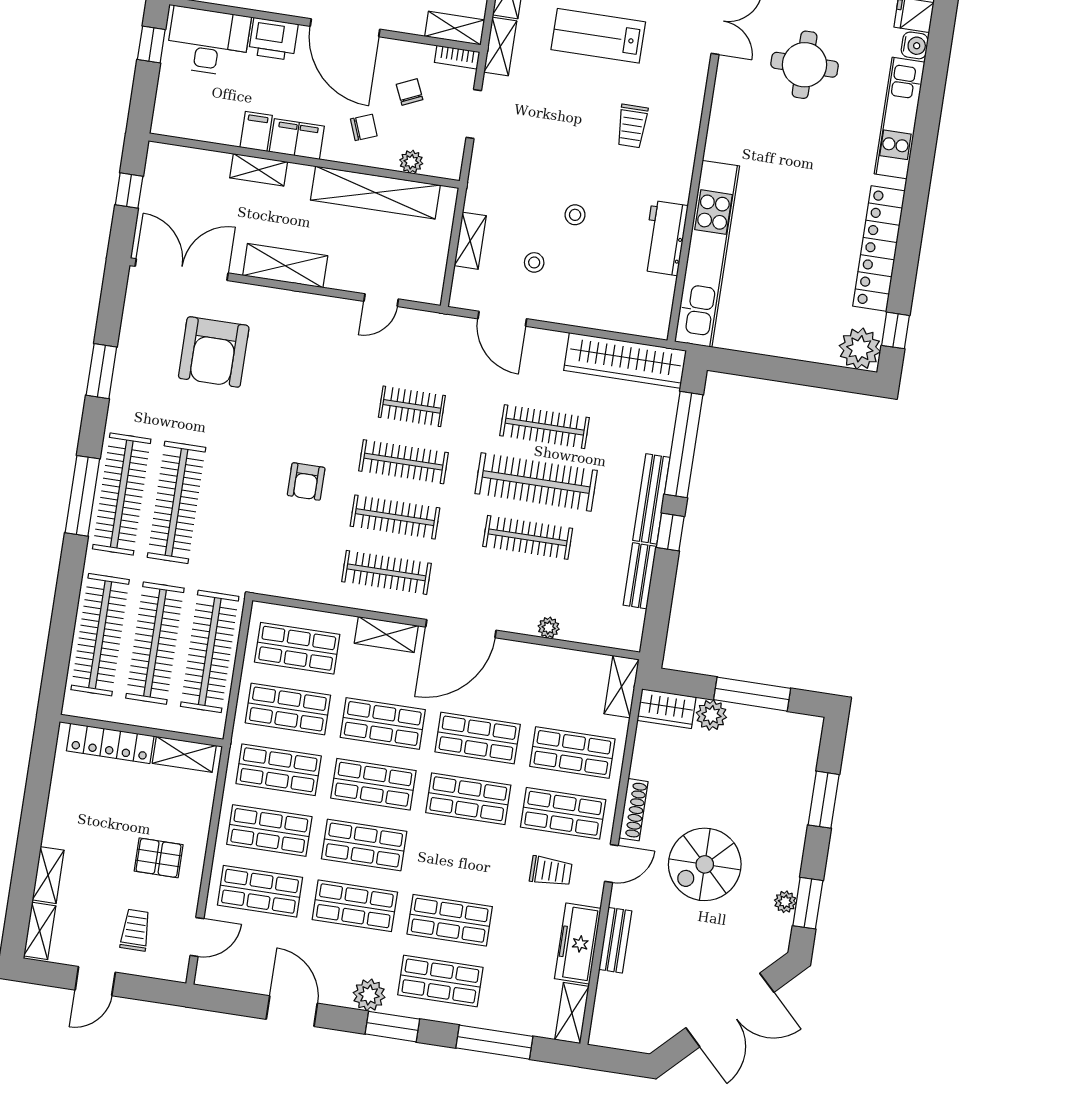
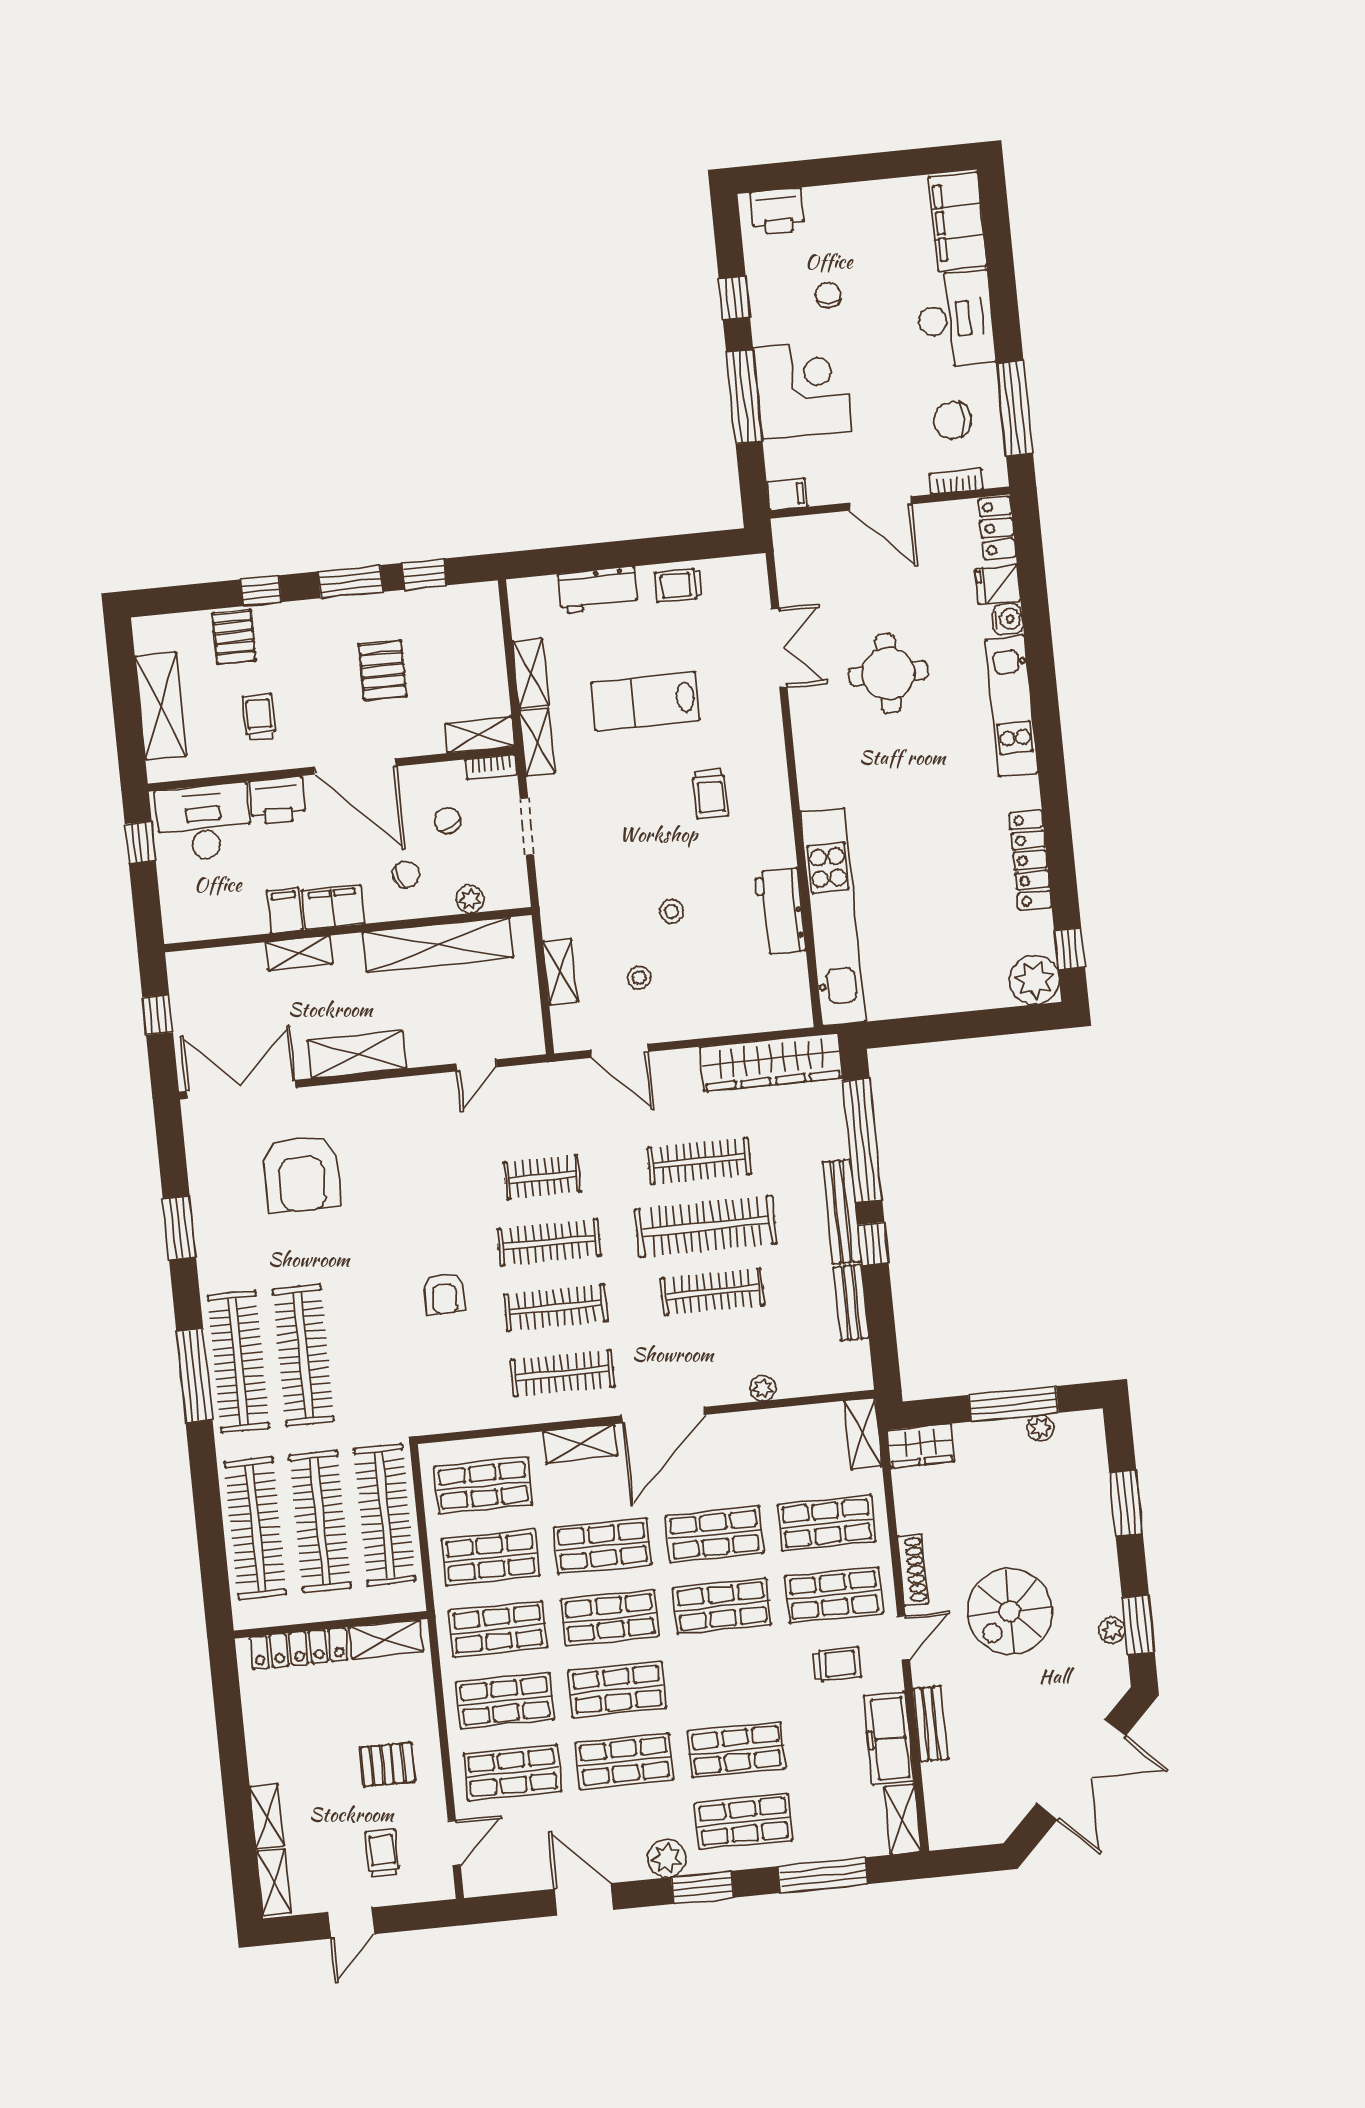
locker: (879, 249) -> (1030, 860), width x0.71, depth x0.83
plant: (711, 715) -> (1040, 1428), moved, width x0.73, depth x0.73

